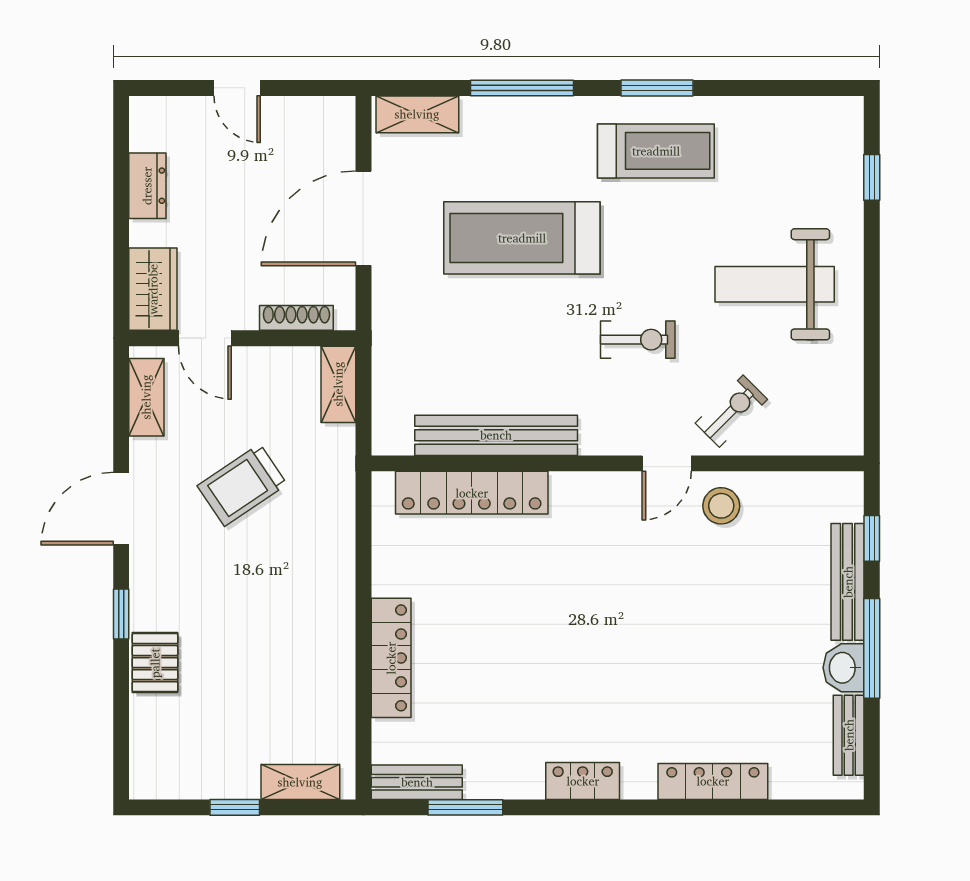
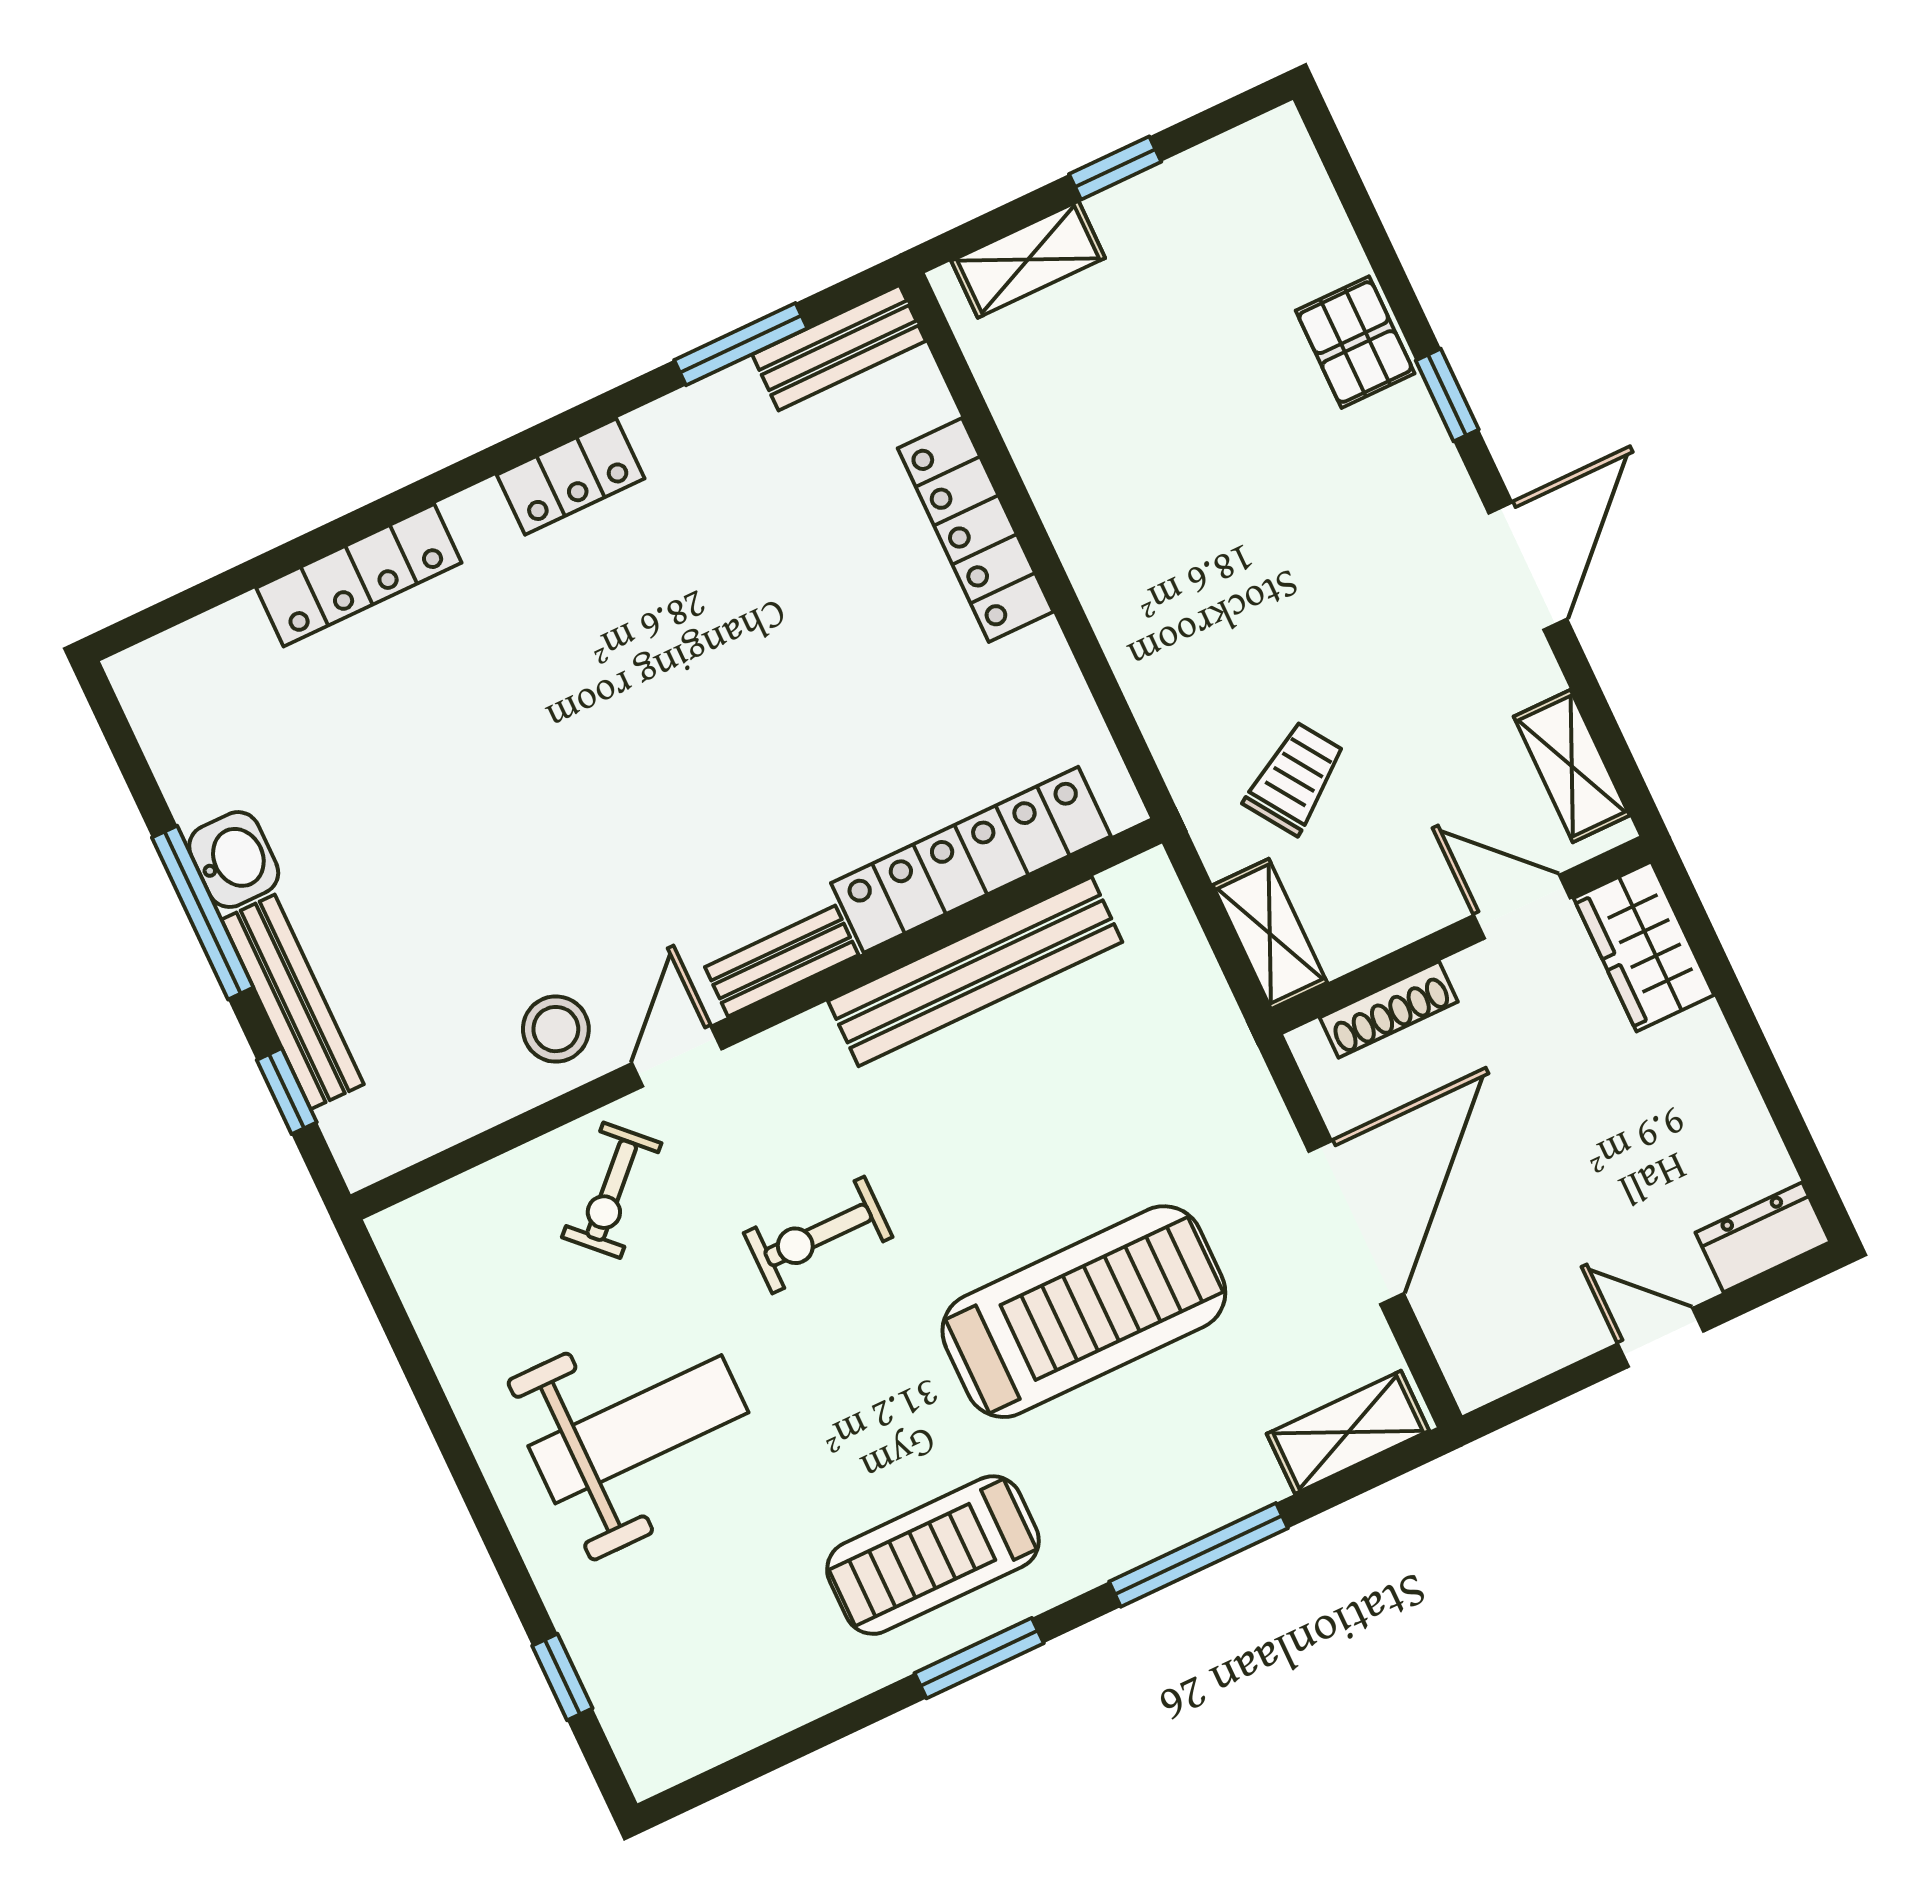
dresser: (147, 186) -> (1763, 1237), moved, turned 90
trolley: (242, 485) -> (1295, 778), moved, width x0.73, depth x0.72
bench: (849, 735) -> (782, 961), moved, turned 90

